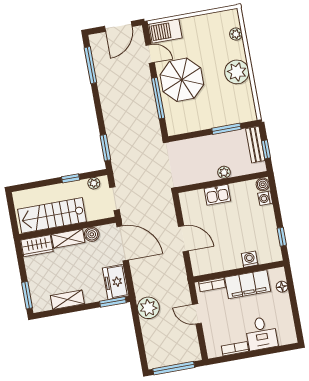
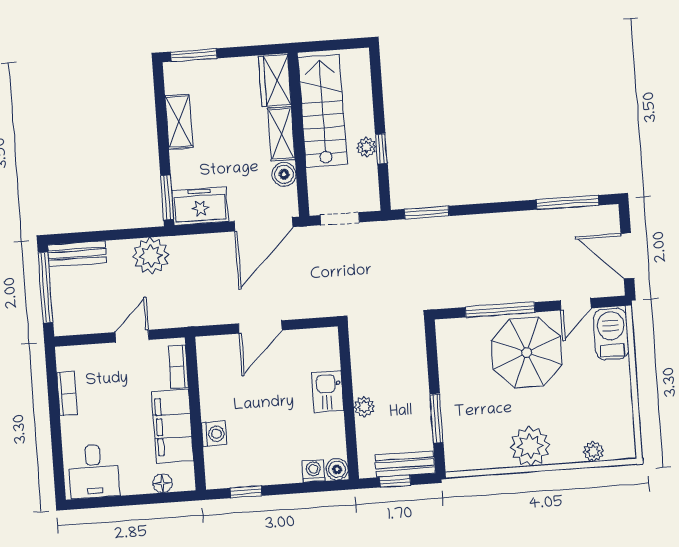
plant: (94, 183) -> (366, 147), moved
desk: (261, 333) -> (94, 471), moved, turned -90
bench: (152, 352) -> (77, 254), added

